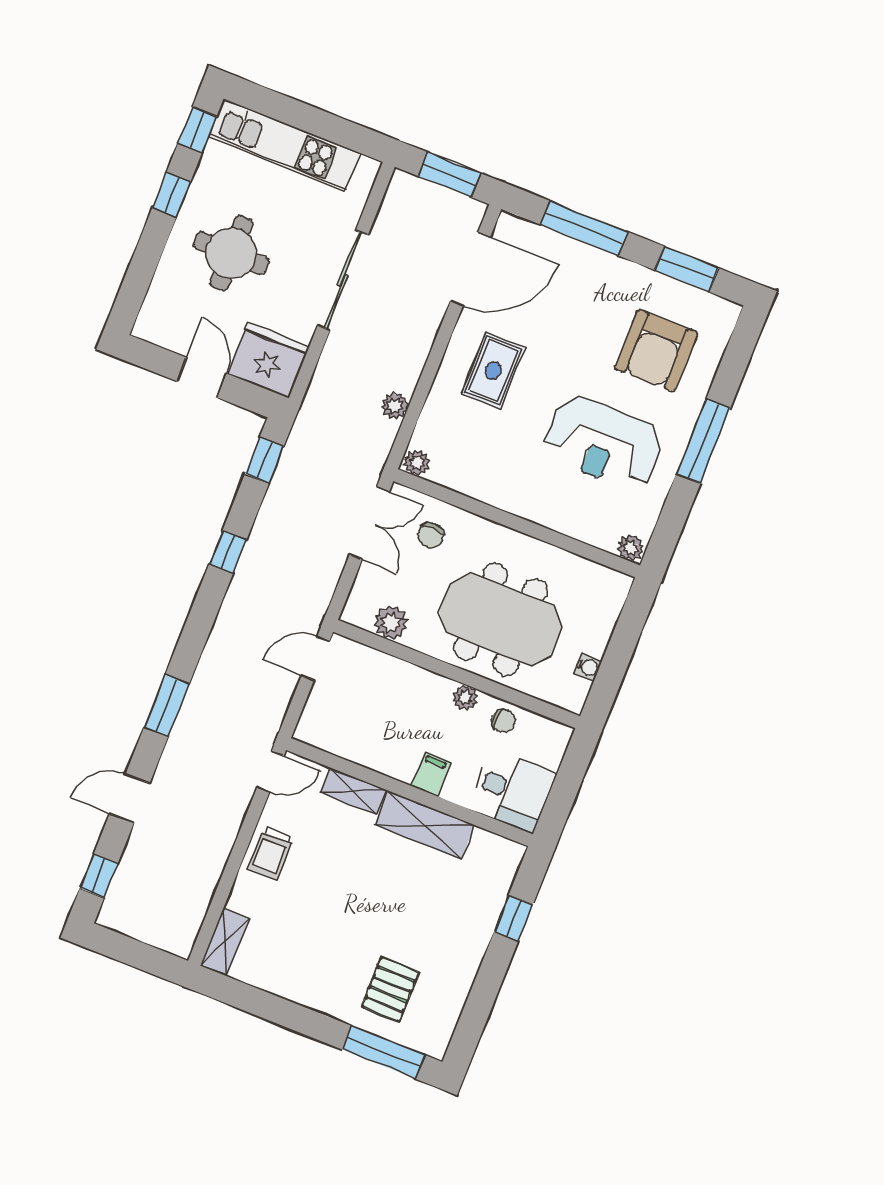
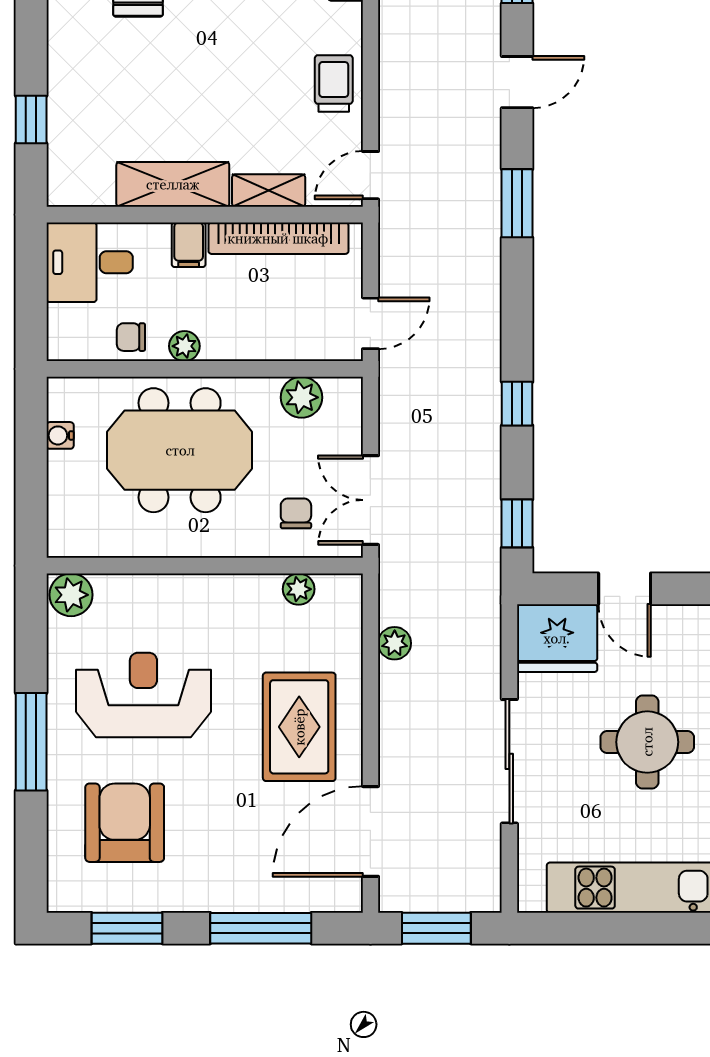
rug: (493, 371) -> (299, 727), width x1.36, depth x1.43
plant: (417, 463) -> (299, 589), moved
plant: (631, 548) -> (71, 595), width x1.38, depth x1.38
bookcase: (360, 752) -> (278, 238), added

